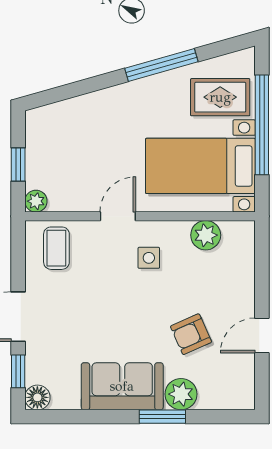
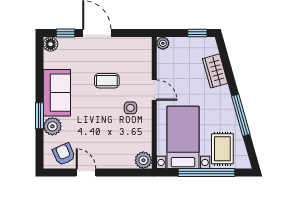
wardrobe: (84, 110) -> (215, 71), added
window: (18, 165) -> (197, 33), moved
plant: (206, 235) -> (143, 160), moved
coffee table: (56, 248) -> (107, 81), moved
armchair: (191, 334) -> (64, 154), moved

